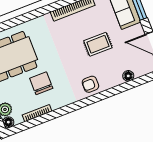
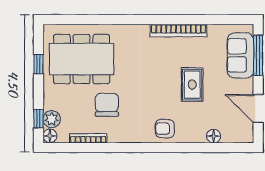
rug: (98, 44) -> (192, 85), turned 90

